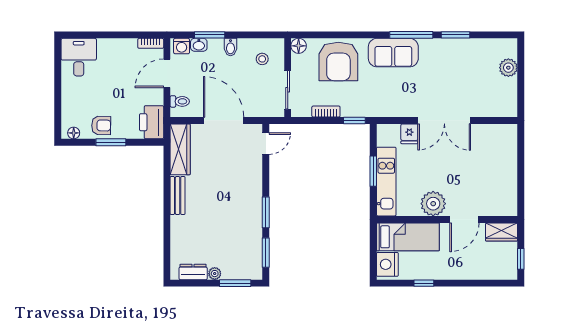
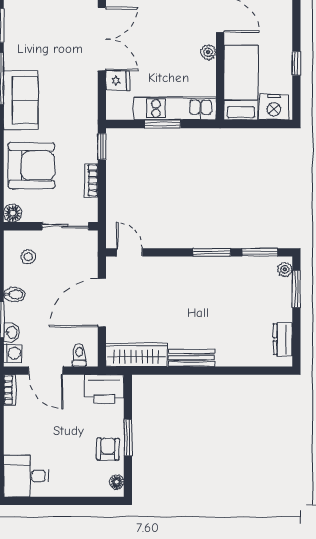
plant: (433, 204) -> (208, 52), width x0.53, depth x0.53
plant: (215, 274) -> (285, 269), moved

